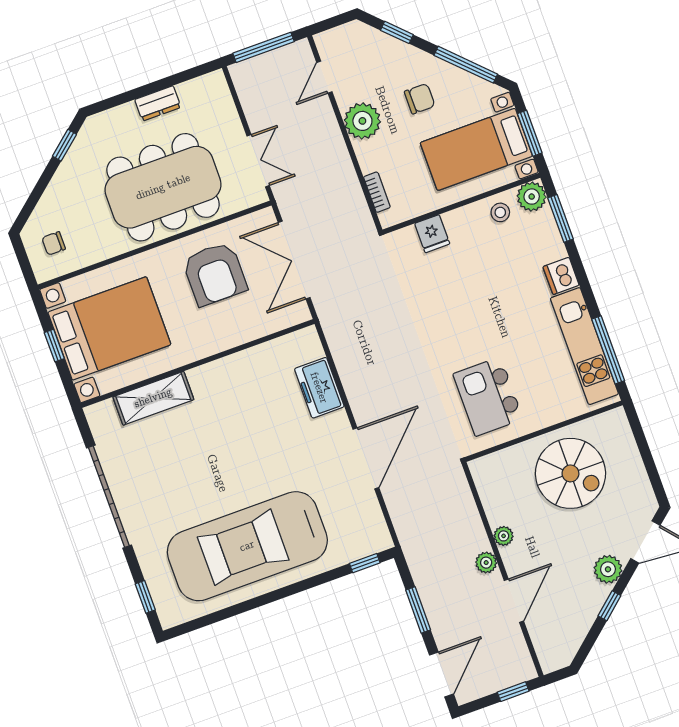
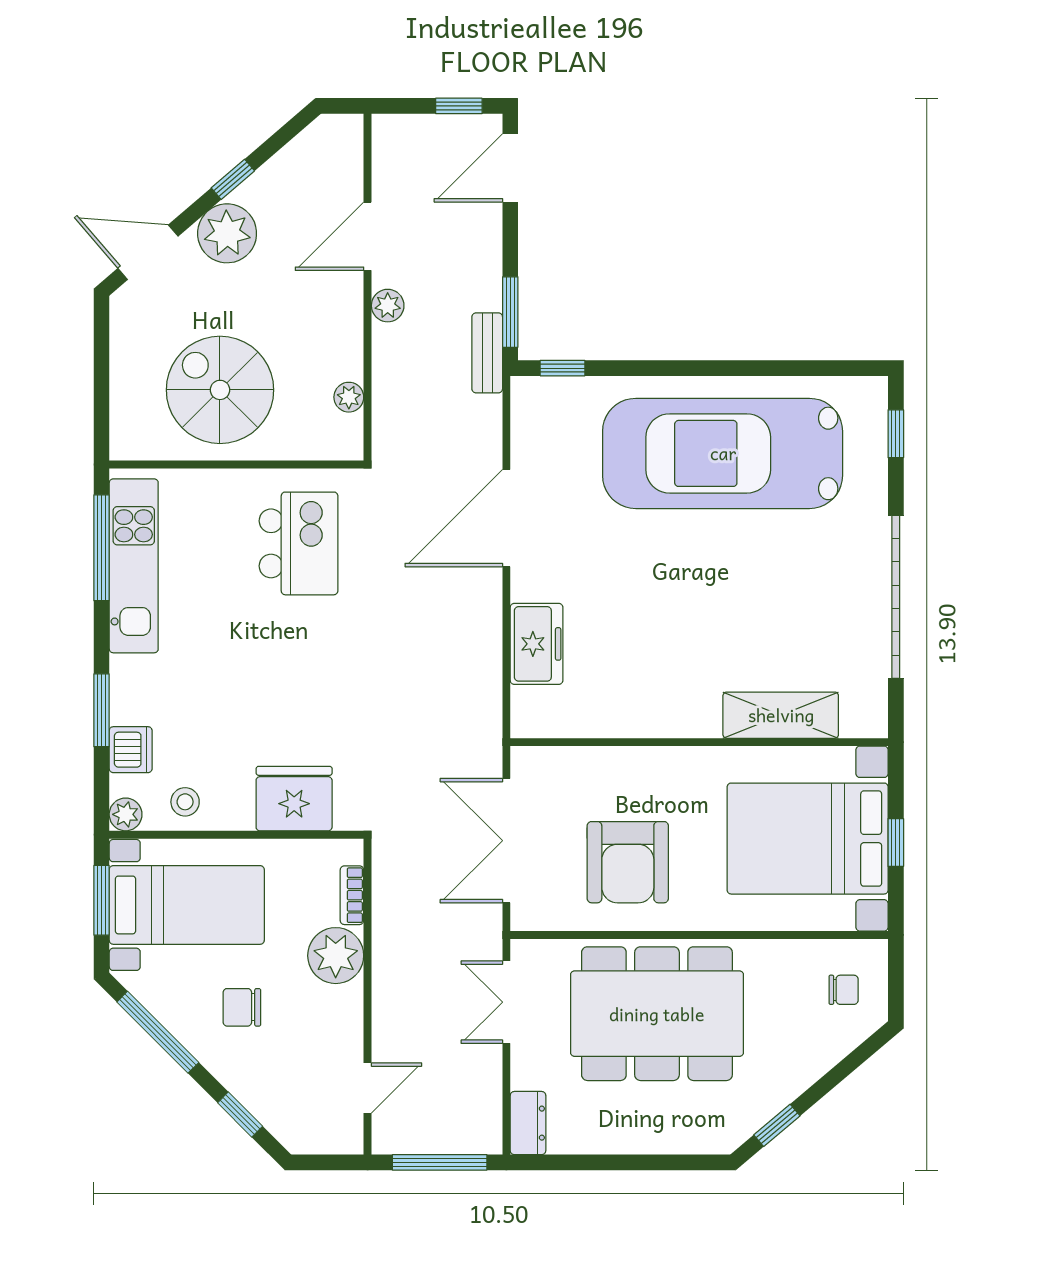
dresser: (158, 103) -> (528, 1123), moved, turned 90
plant: (362, 121) -> (336, 956), moved
plant: (532, 197) -> (126, 814), width x0.73, depth x0.73
window: (561, 218) -> (101, 710), moved
fridge: (432, 234) -> (294, 799), width x1.88, depth x1.34
double door: (294, 260) -> (506, 841), swing flipped
armchair: (215, 274) -> (628, 862), turned 180
dishwasher: (561, 276) -> (131, 750), moved
plant: (504, 536) -> (349, 397), moved
car: (247, 546) -> (723, 453), turned 180
bench: (414, 556) -> (487, 353), added
plant: (608, 569) -> (227, 233), width x1.36, depth x1.36
window: (418, 610) -> (510, 312), moved
window: (513, 692) -> (459, 106), moved

